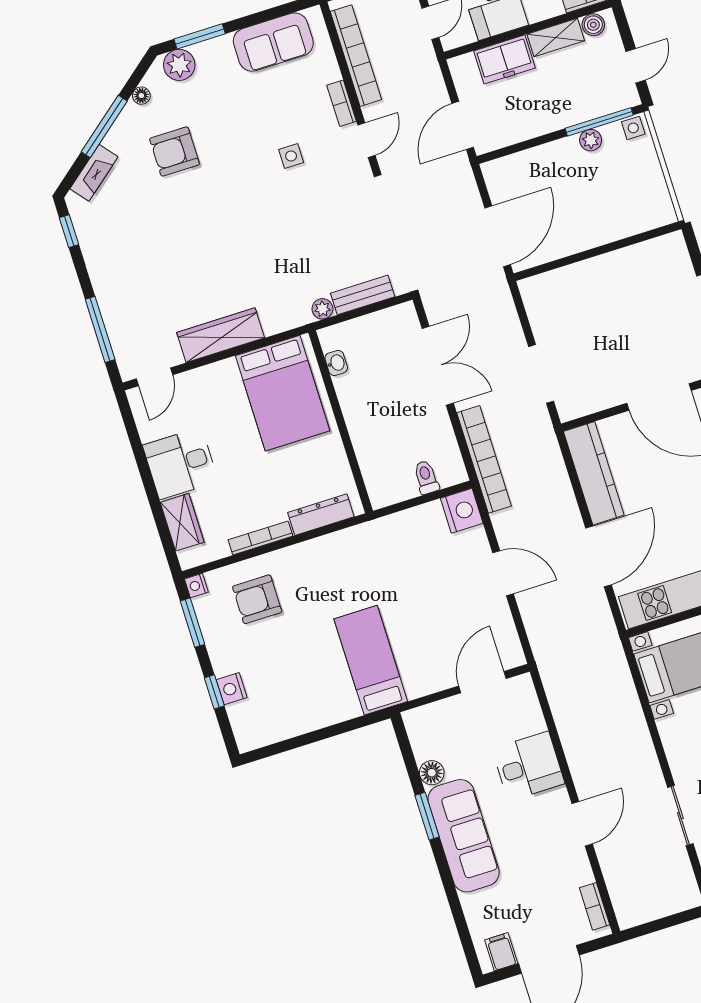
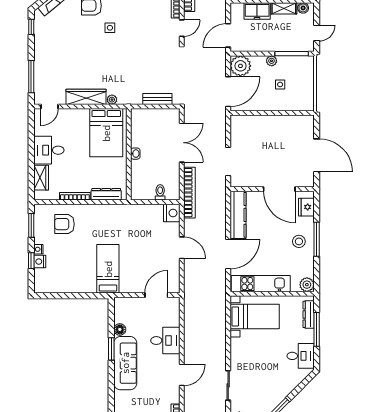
side table: (633, 128) -> (280, 84), moved
plant: (591, 140) -> (272, 61), moved
side table: (291, 156) -> (110, 28), moved
plant: (506, 178) -> (240, 66), added
plant: (322, 309) -> (112, 100), moved
washbasin: (336, 363) -> (135, 154), moved
nightstand: (196, 586) -> (38, 249), moved

